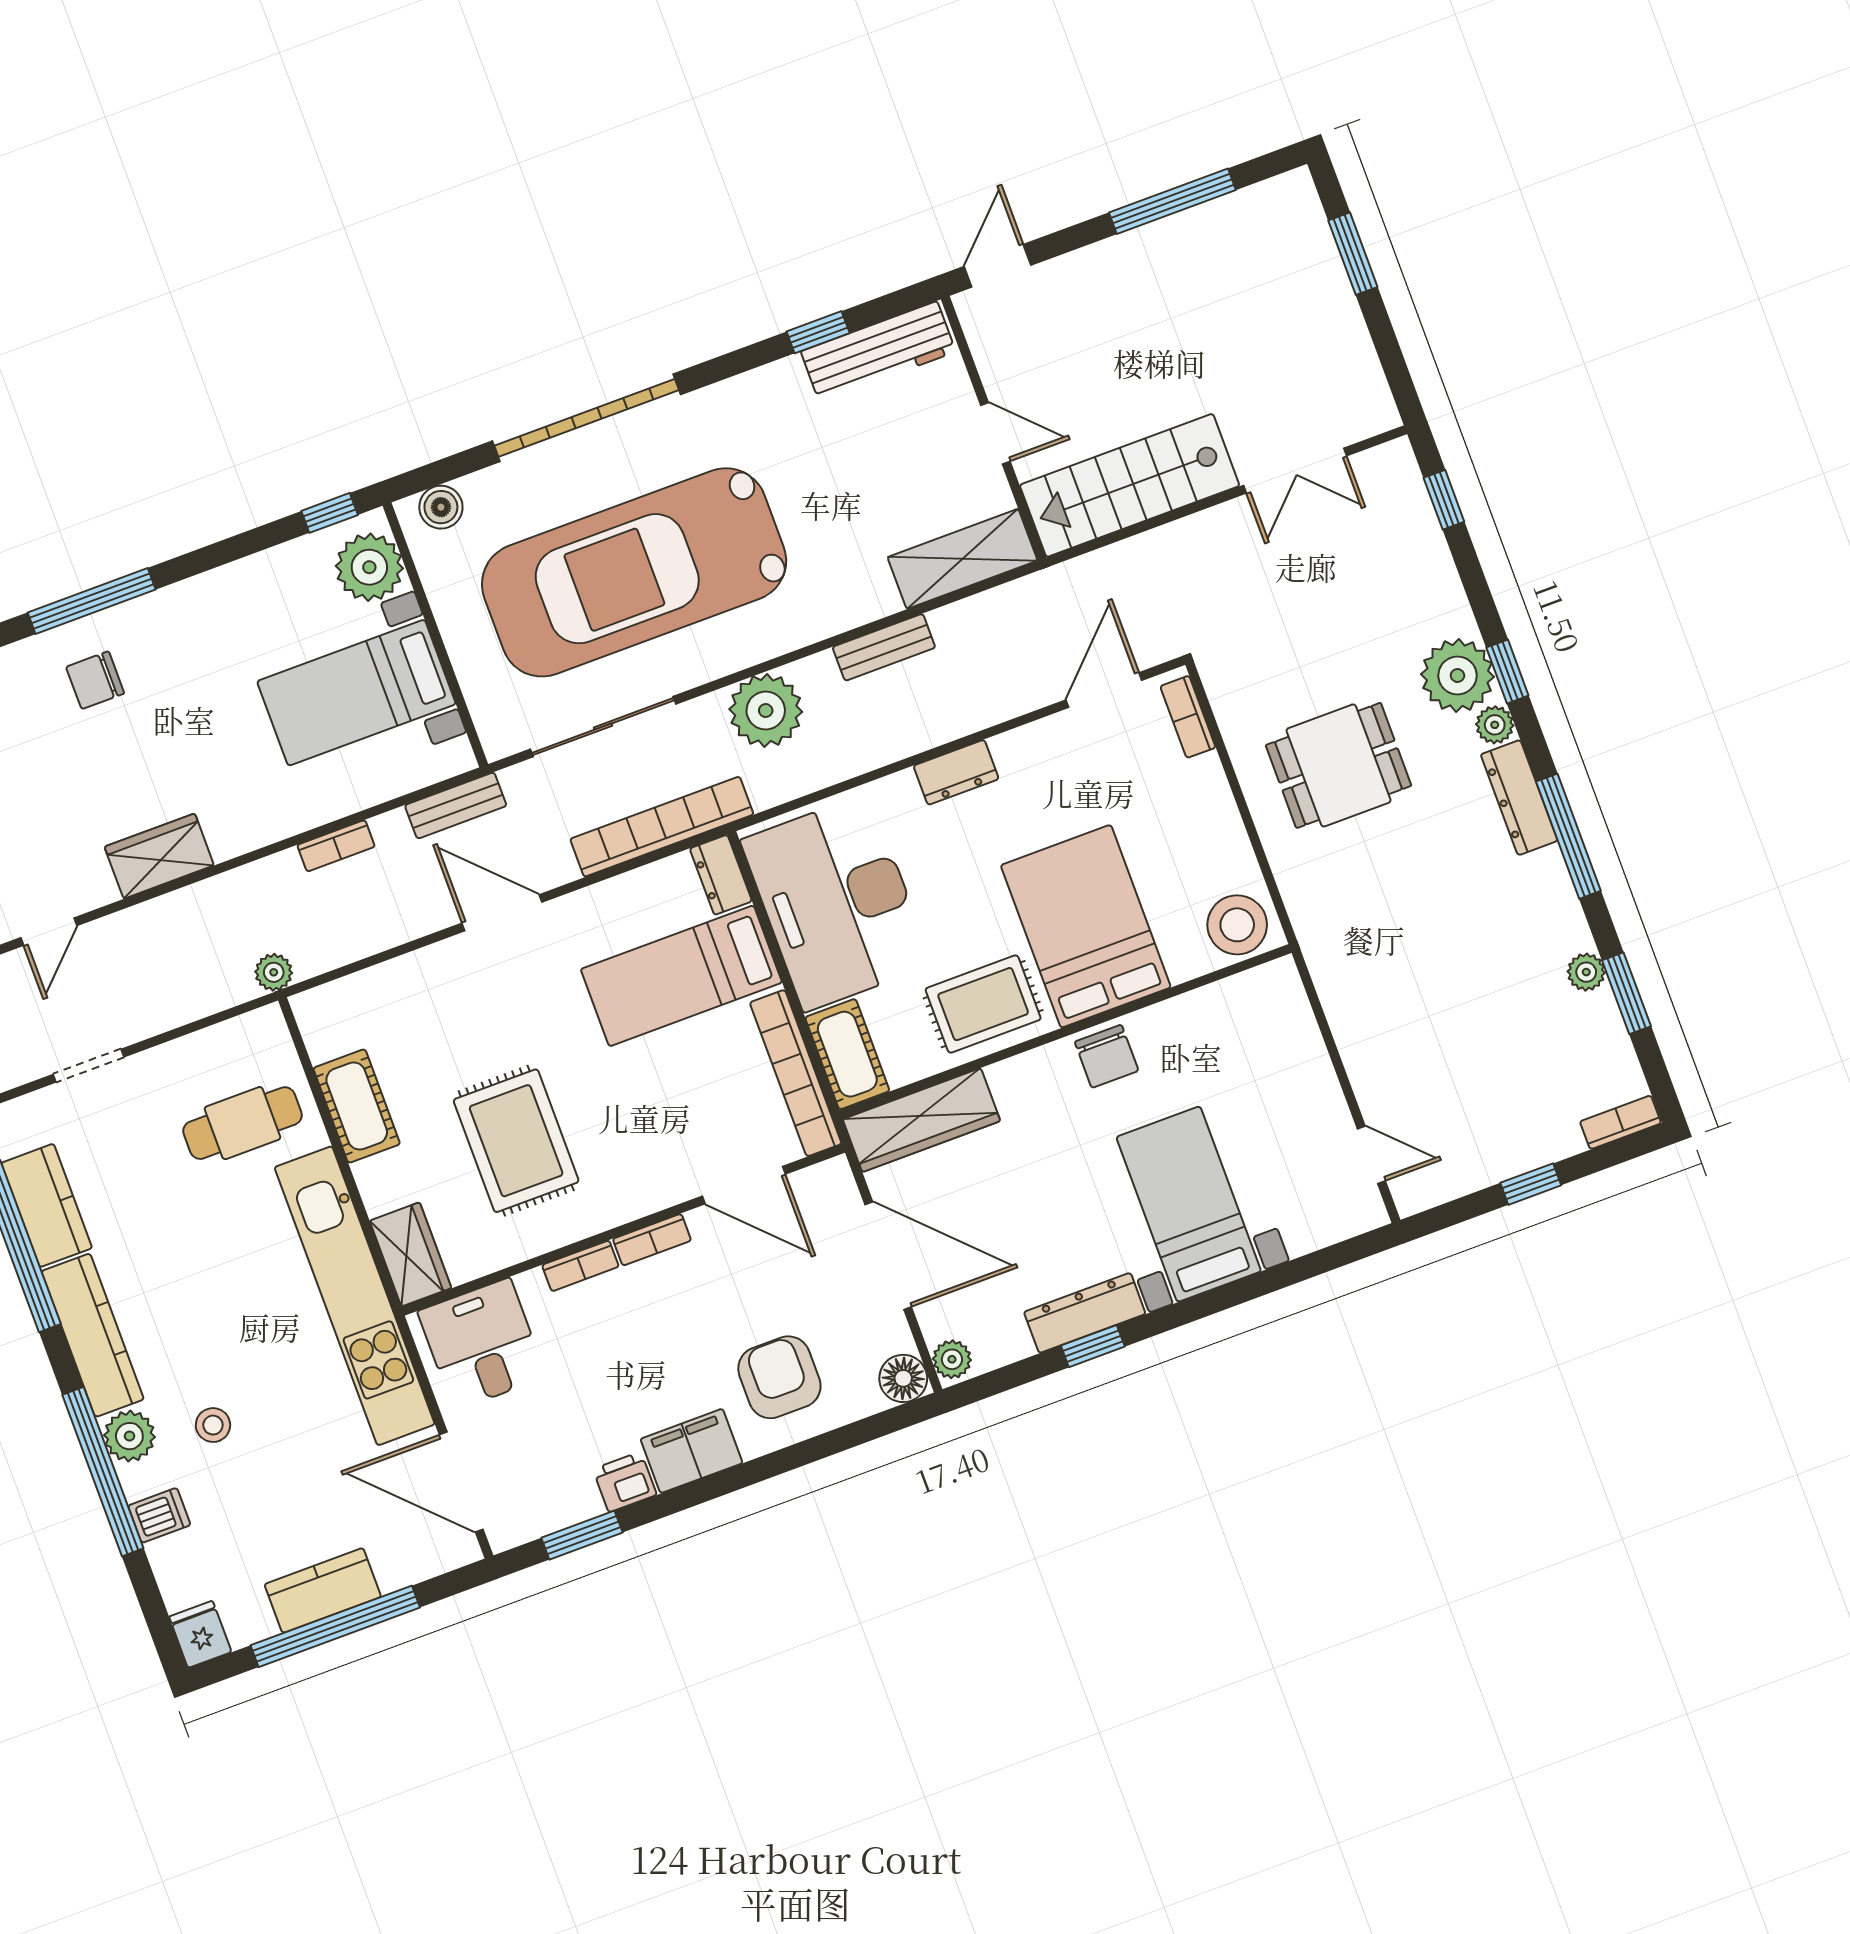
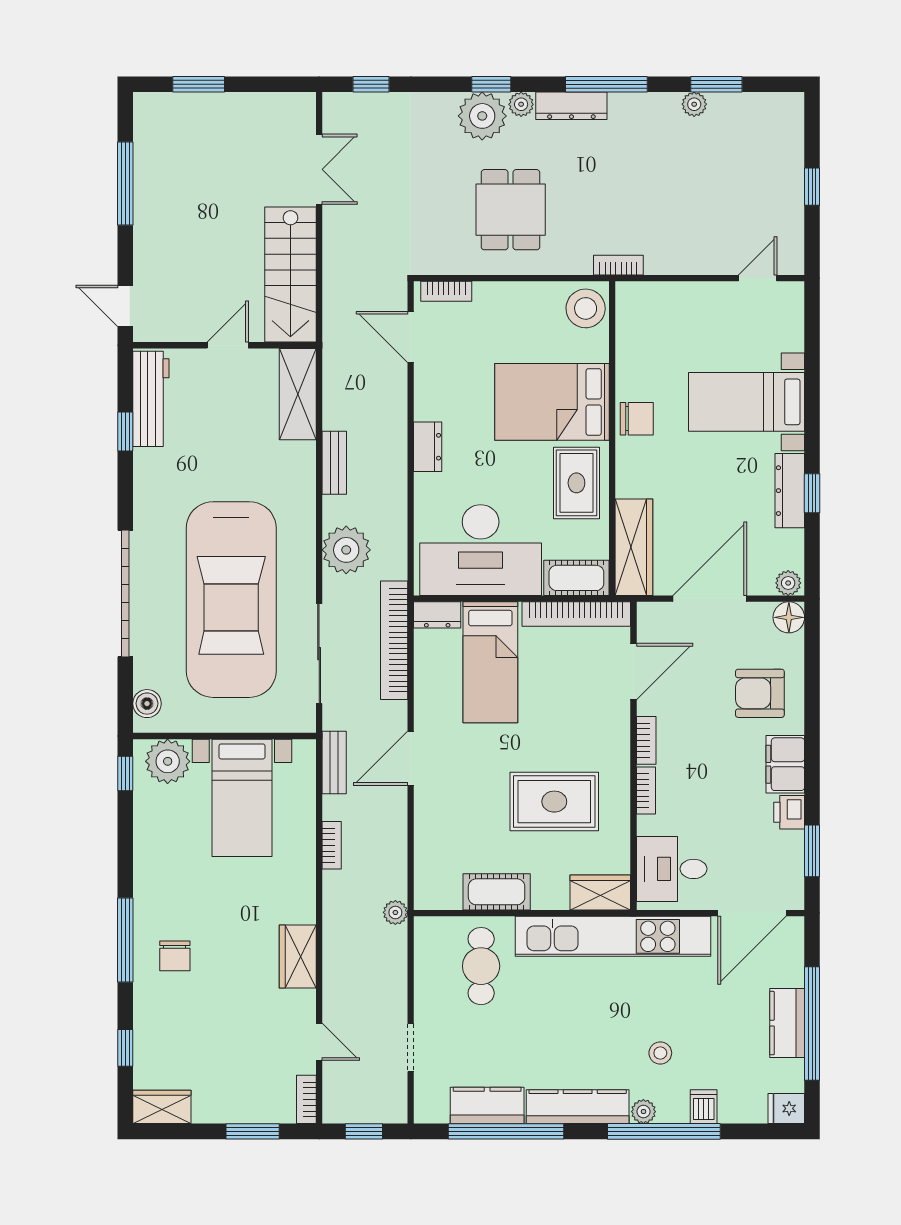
bookcase: (1621, 1122) -> (618, 265), moved, turned 90
plant: (129, 1436) -> (643, 1112), width x0.73, depth x0.73

